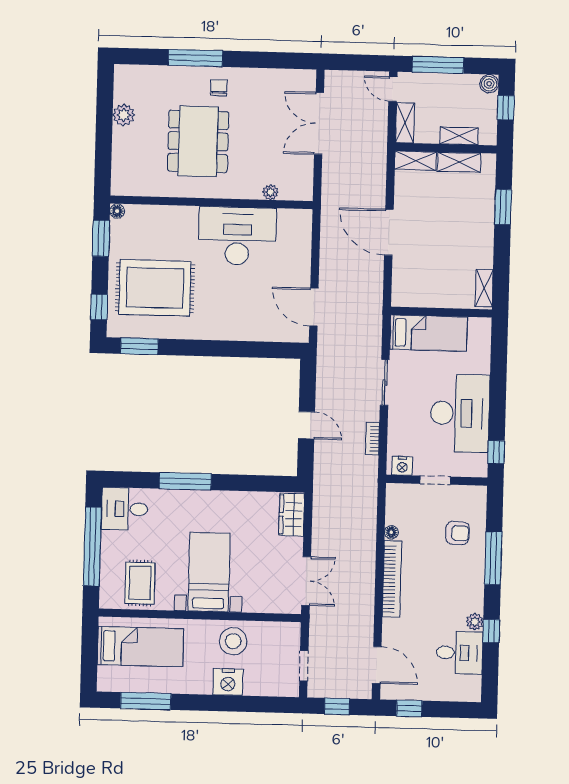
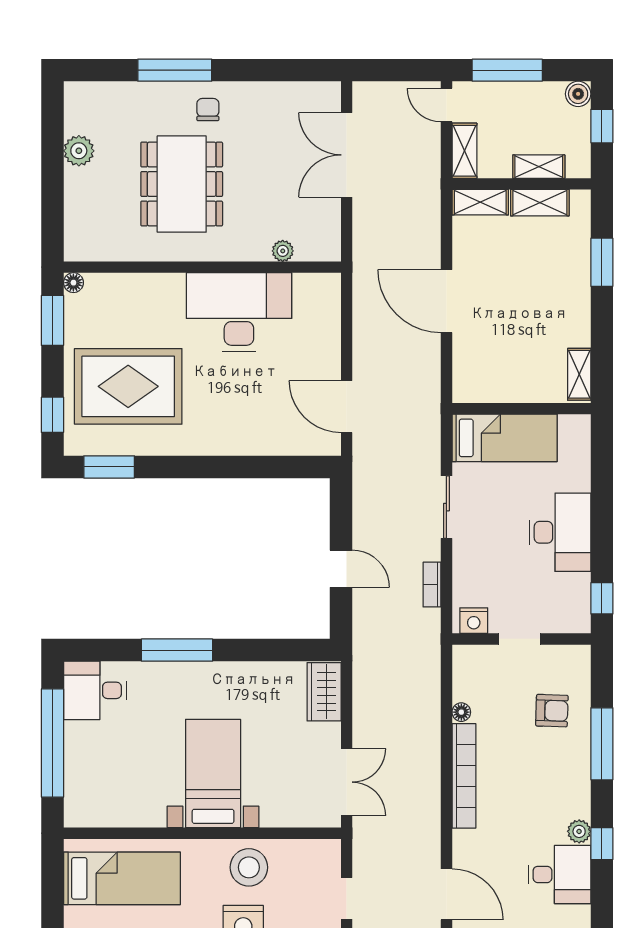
desk: (460, 413) -> (560, 532), width x0.73, depth x0.77
rug: (140, 583) -> (119, 791), removed

